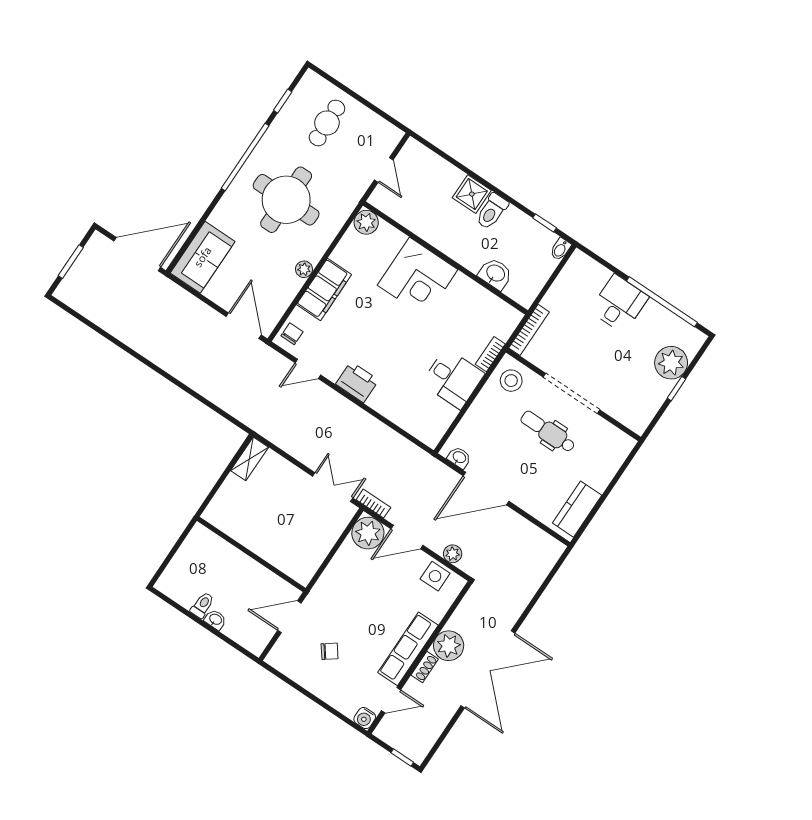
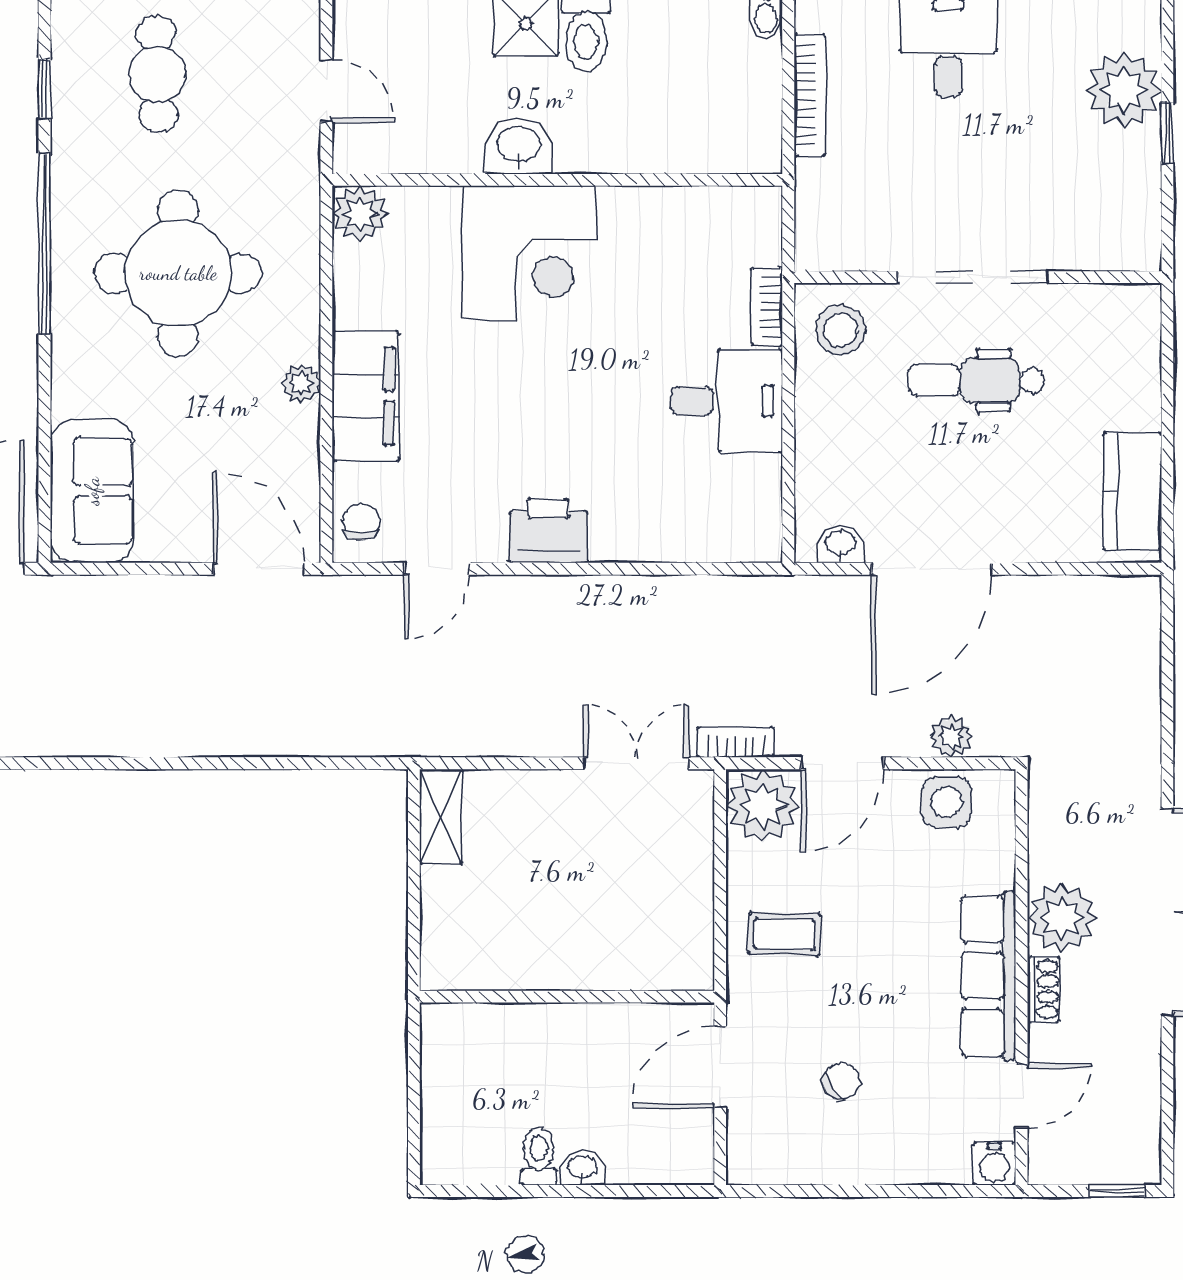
washbasin: (495, 274) -> (519, 146), moved
bookcase: (529, 330) -> (810, 95), moved
coffee table: (345, 584) -> (784, 934), added

